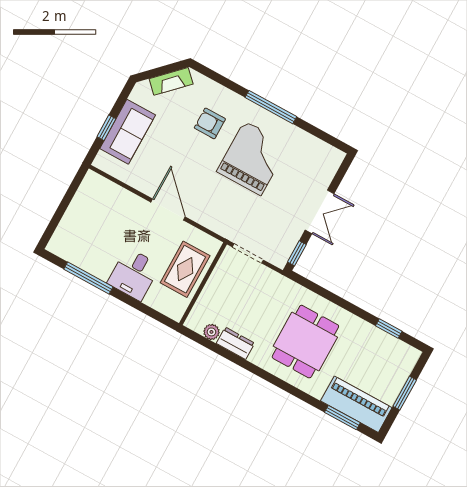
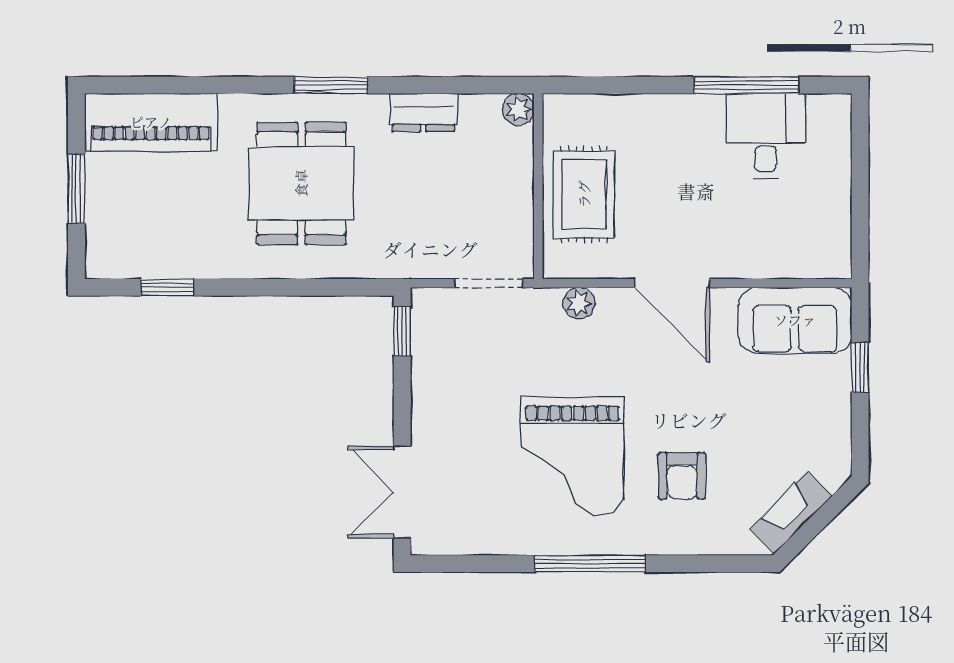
armchair: (210, 123) -> (682, 476), turned 90
sofa: (128, 132) -> (795, 320), moved, turned -90
double door: (320, 212) -> (402, 492), moved
plant: (213, 223) -> (579, 303), added
desk: (134, 274) -> (766, 136), moved
plant: (211, 332) -> (518, 109), moved
window: (342, 418) -> (331, 85), moved

